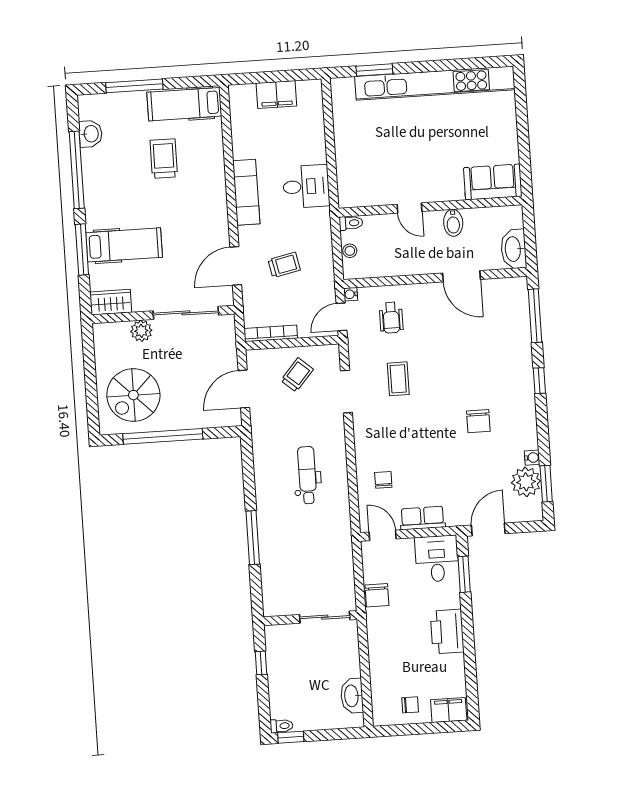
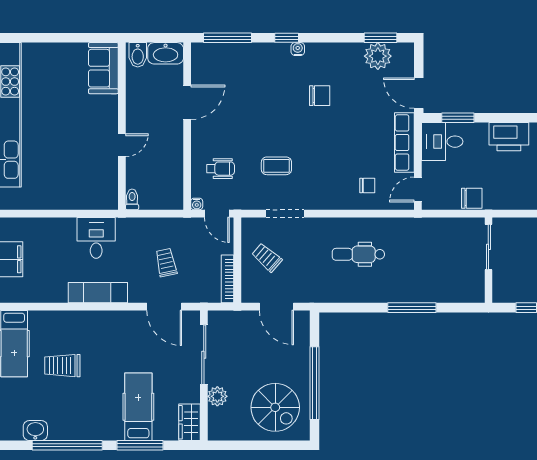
bidet: (453, 223) -> (138, 55), moved, turned 90
stool: (350, 251) -> (157, 202), removed
water cooler: (532, 458) -> (298, 49), moved
chair: (383, 480) -> (367, 185), turned 180
row of seats: (423, 518) -> (404, 143), width x1.48

